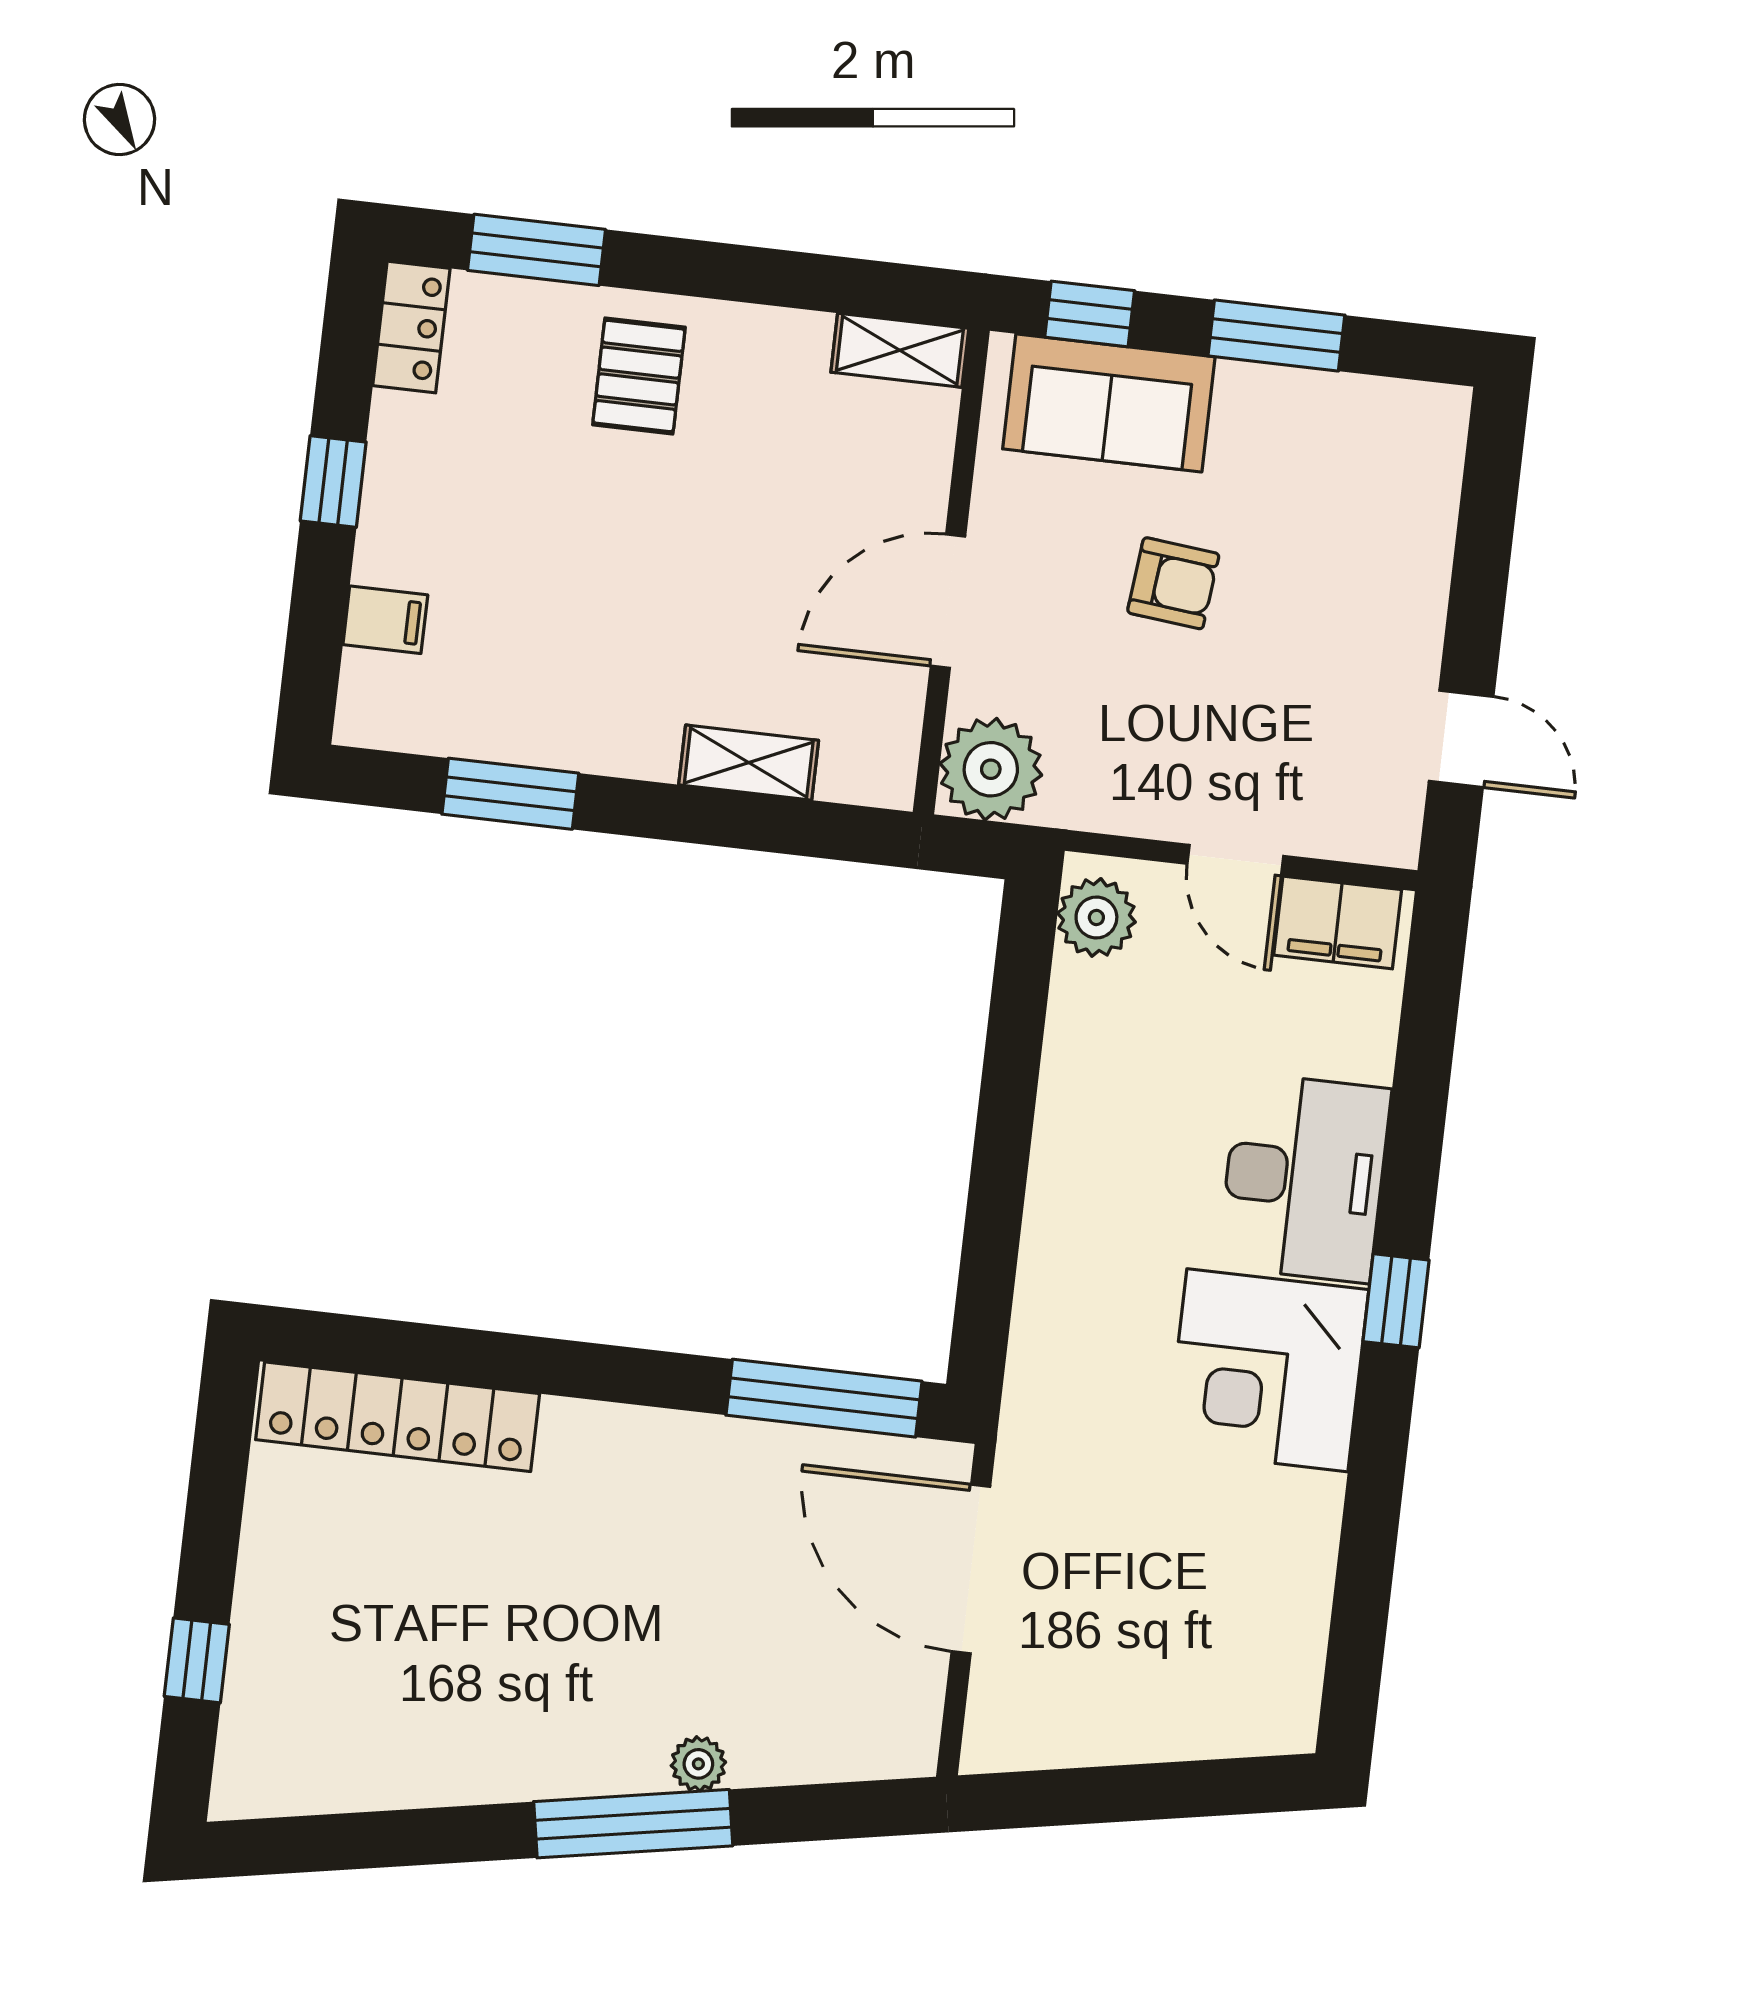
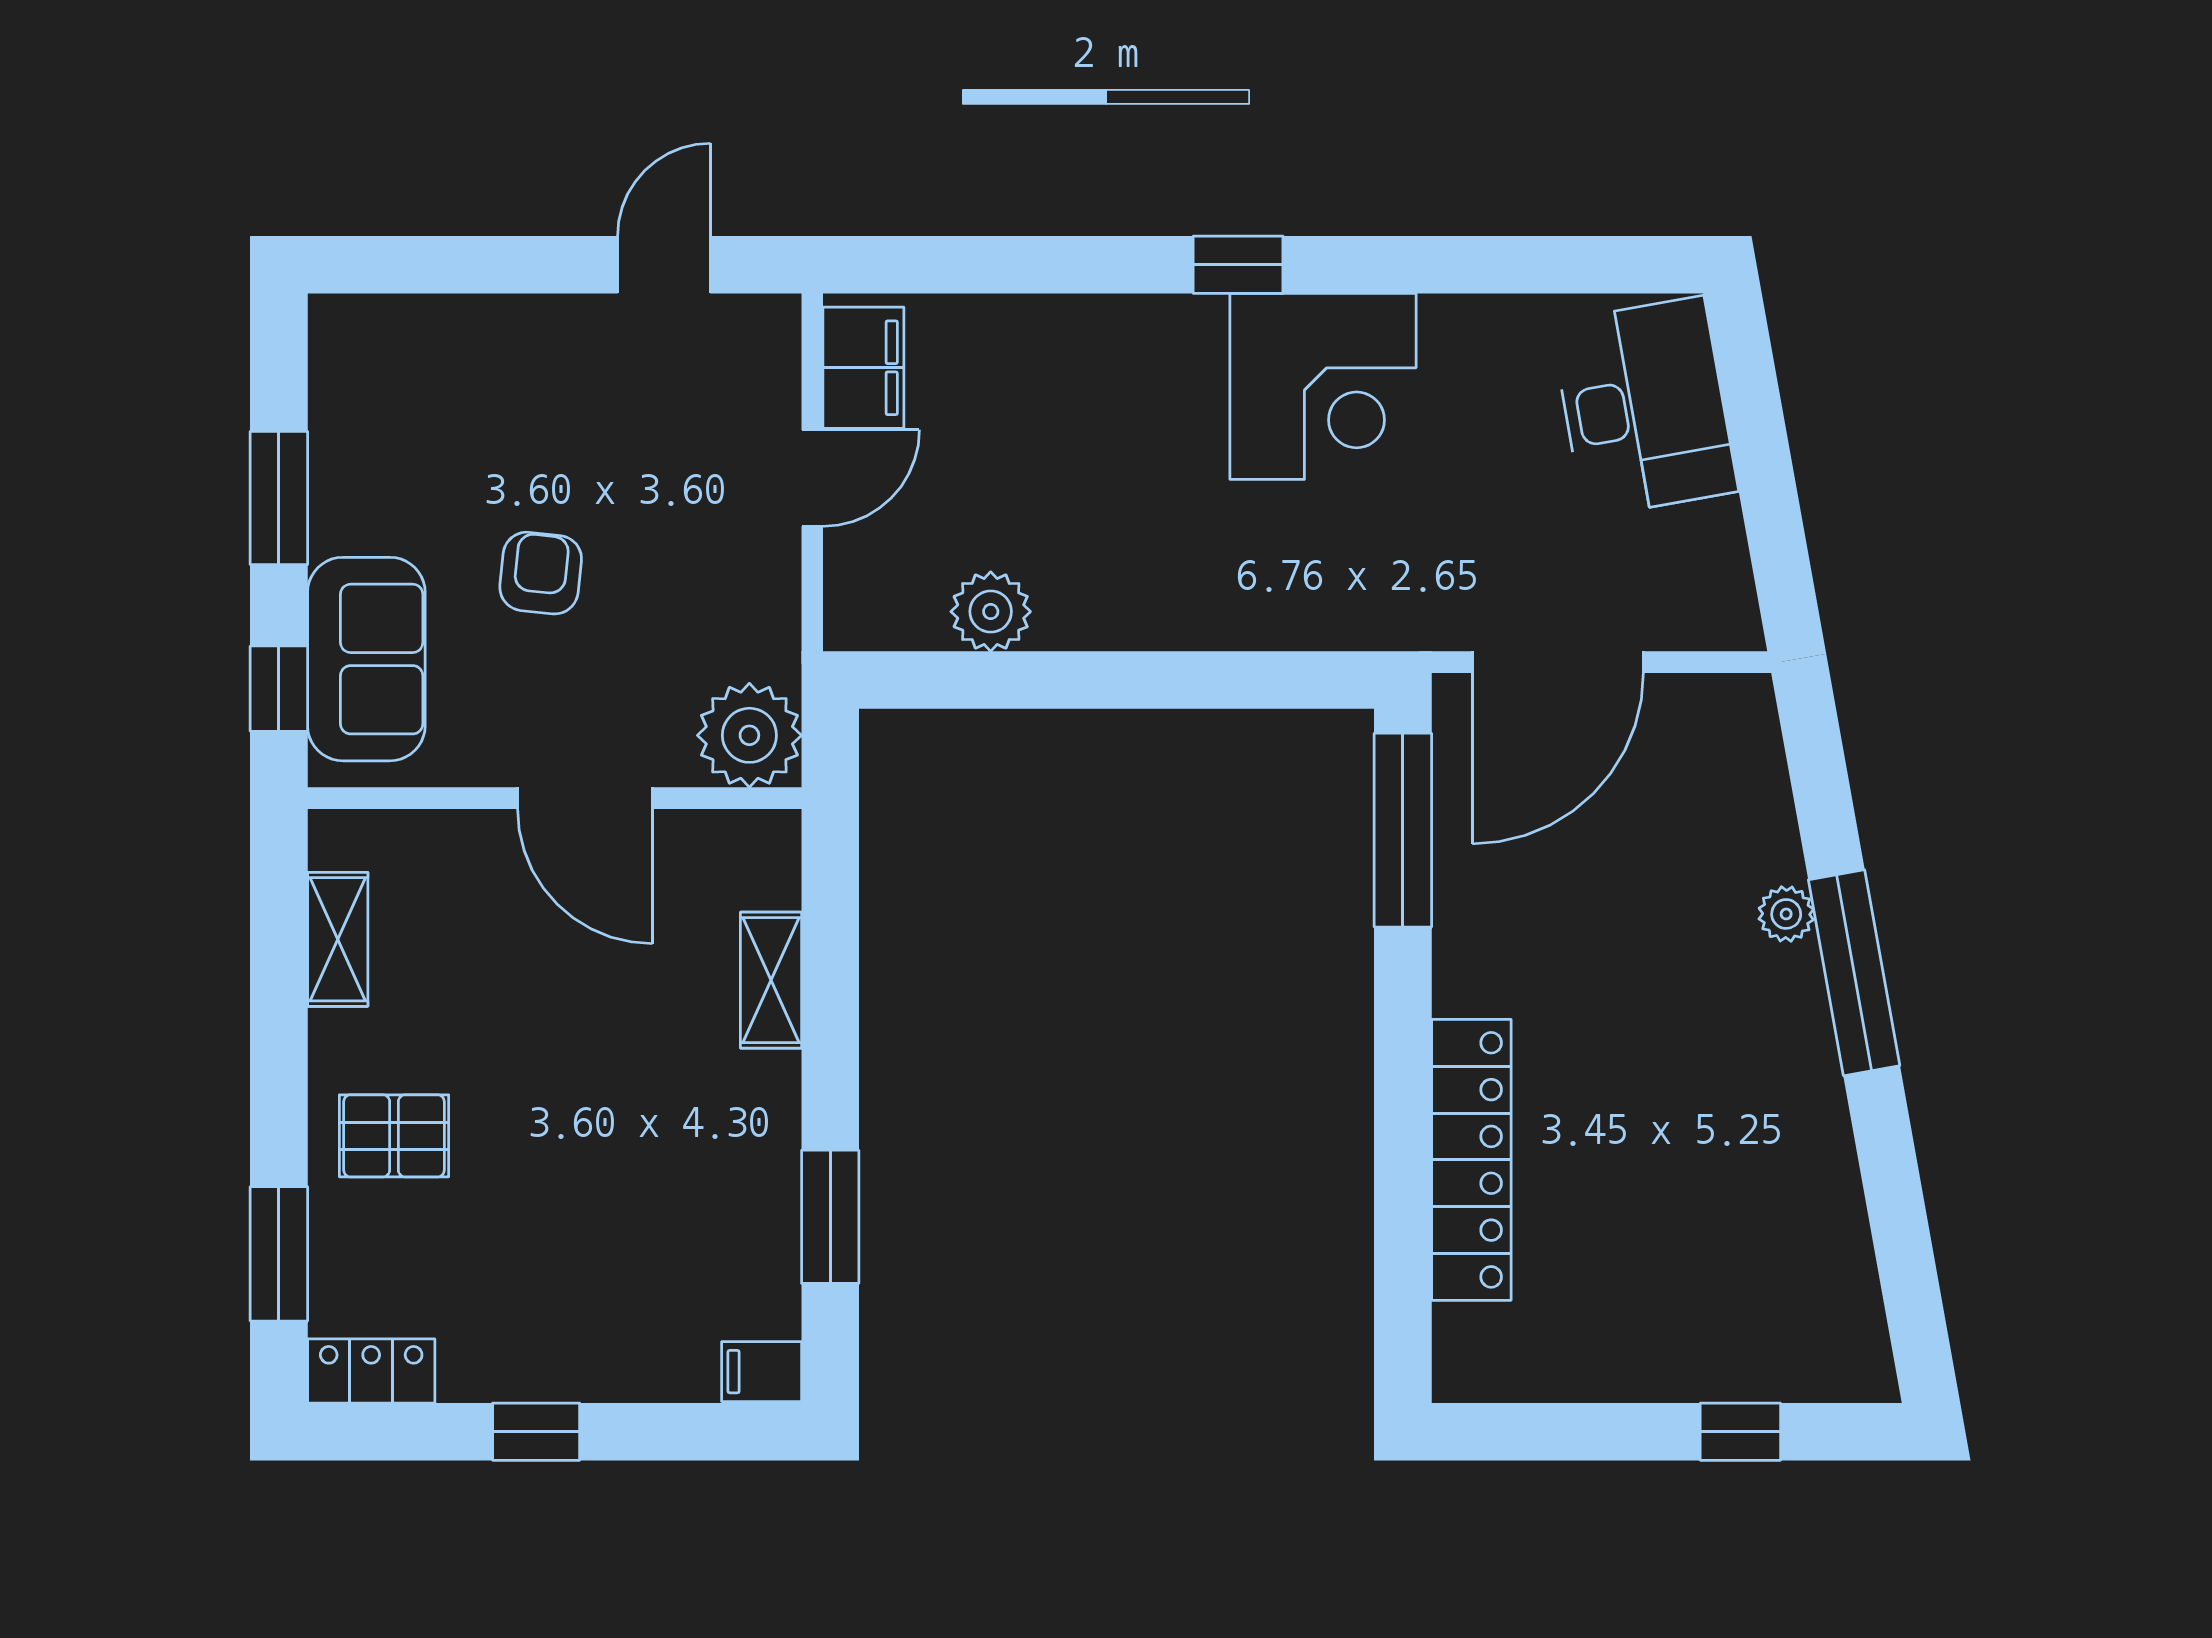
shelving: (900, 350) -> (338, 939), moved
filing cabinet: (385, 620) -> (762, 1372), moved, turned -90
plant: (1096, 917) -> (991, 612), moved
desk: (1304, 1178) -> (1644, 407), moved, turned 80
locker: (398, 1417) -> (1471, 1160), moved

